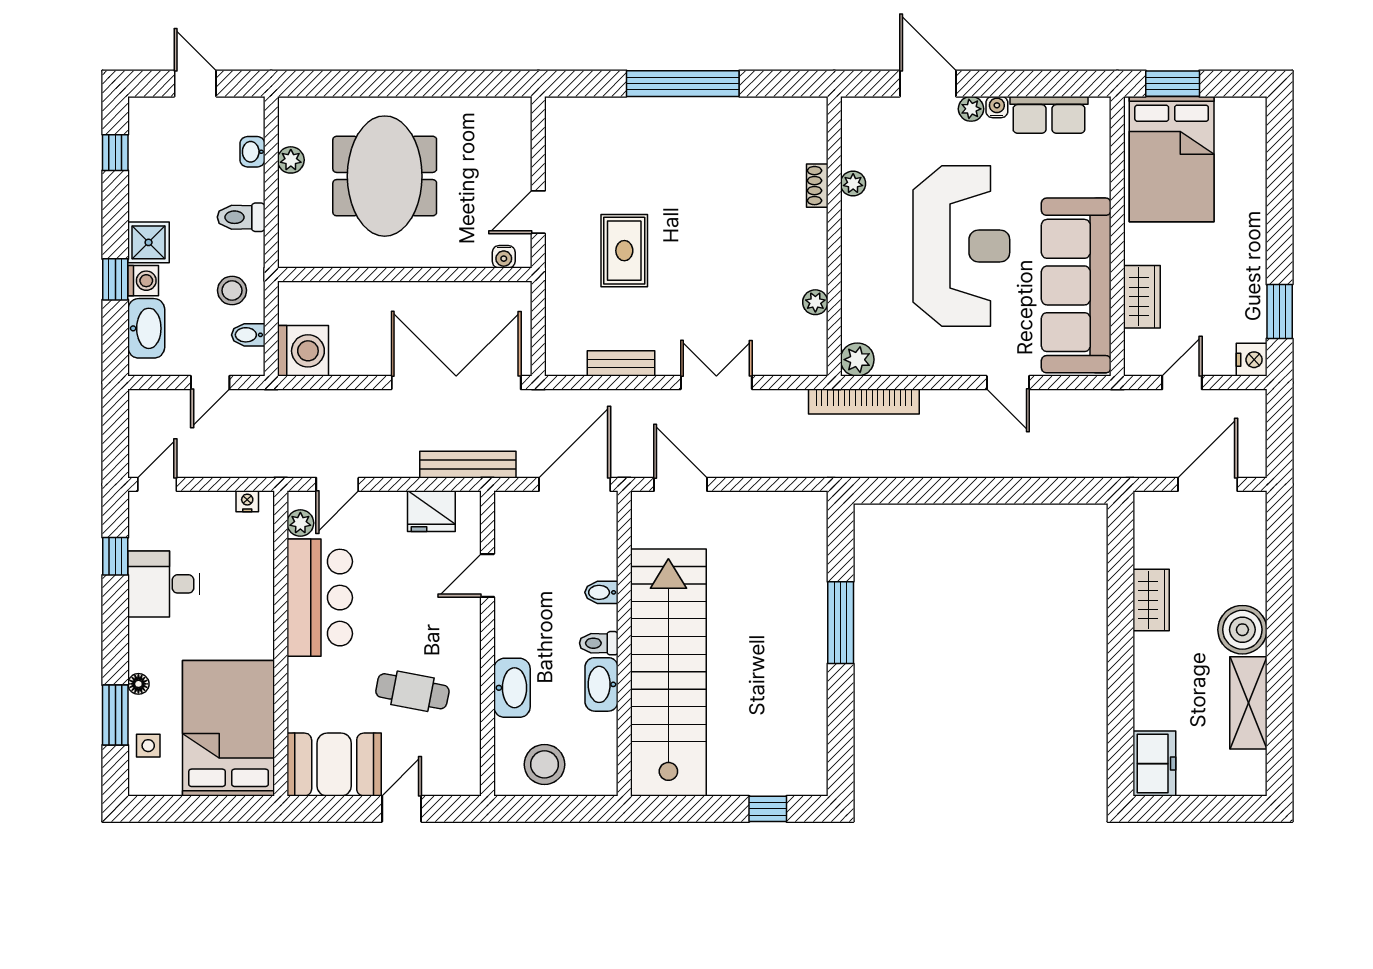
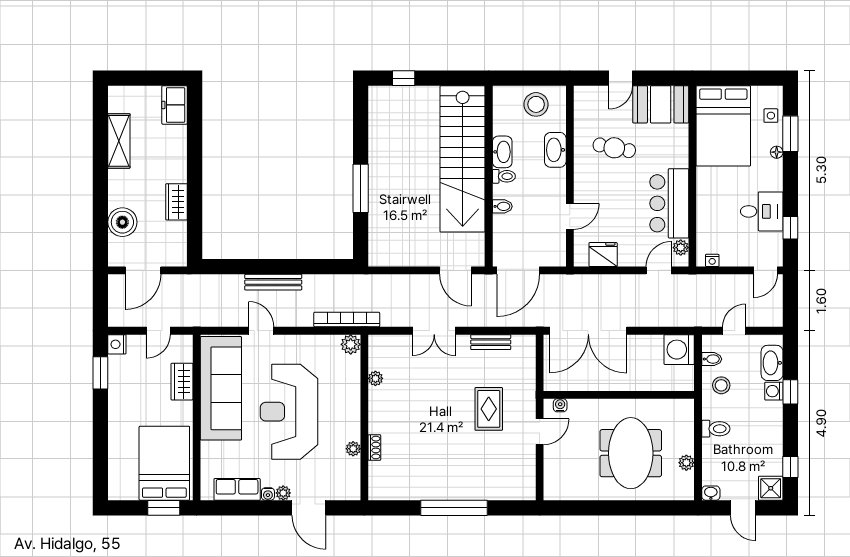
washbasin: (252, 152) -> (711, 493), moved, turned -90
shower: (149, 242) -> (771, 488), moved
bench: (468, 465) -> (273, 282), moved
boiler: (1242, 630) -> (122, 222), moved

